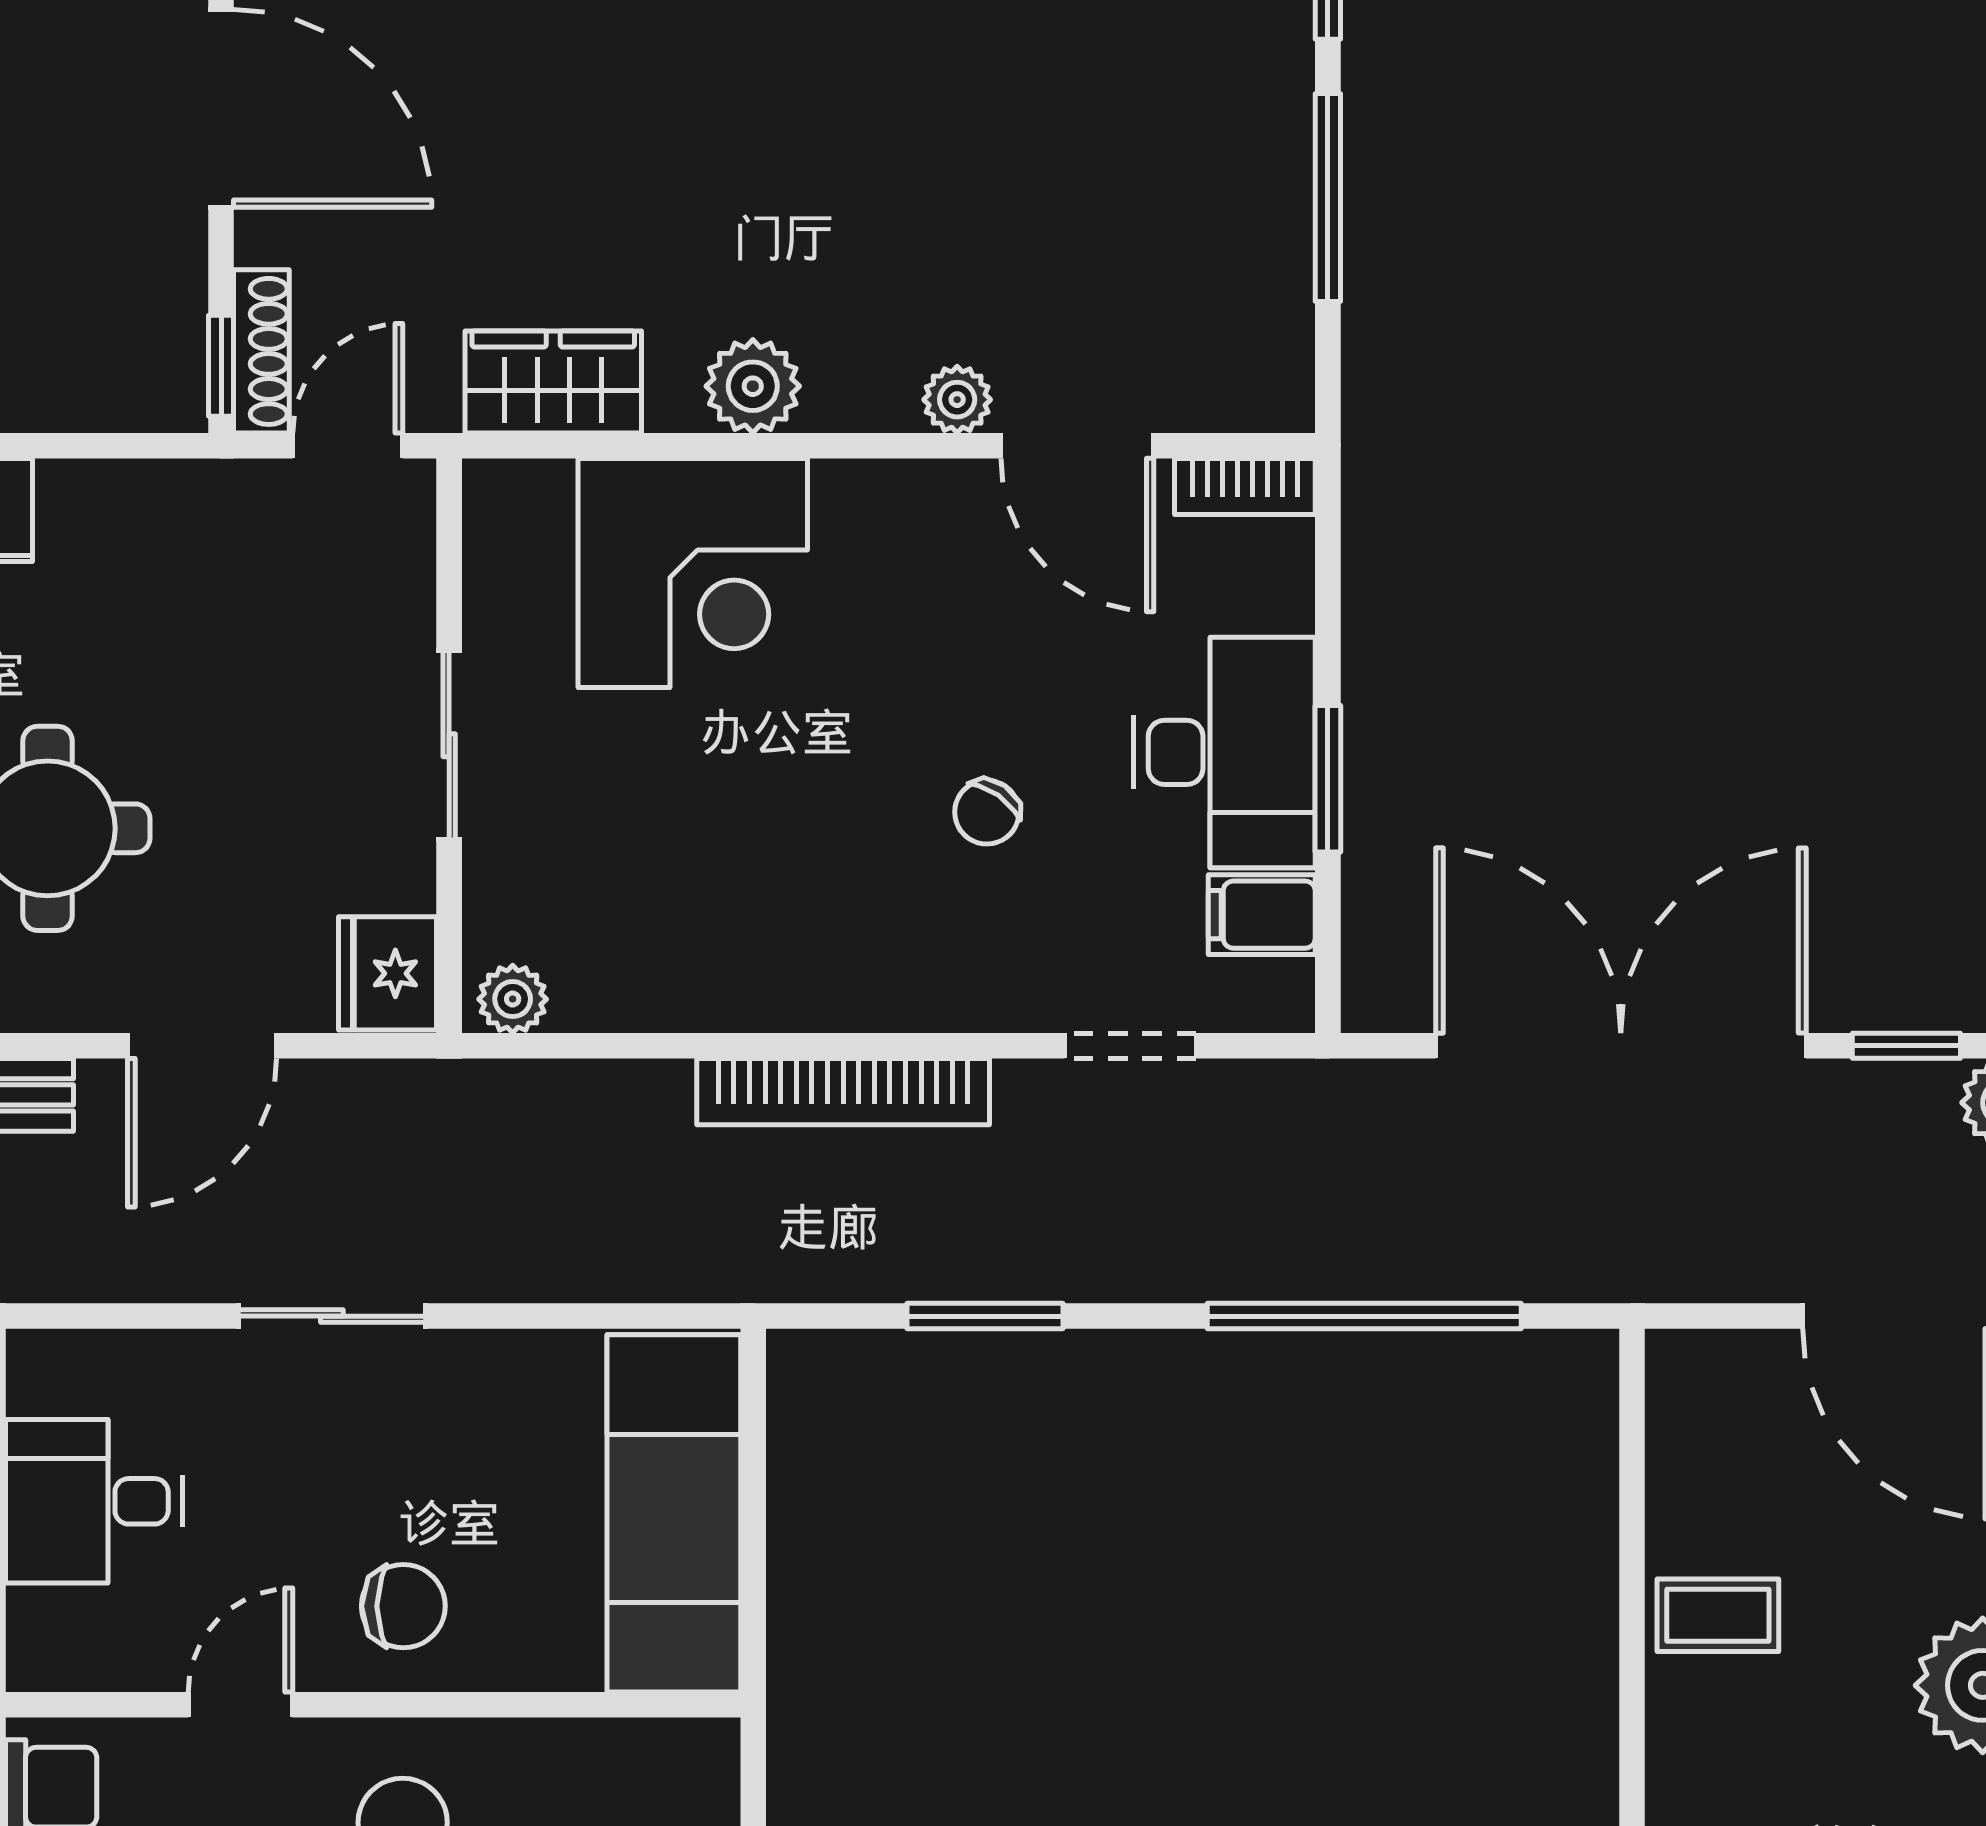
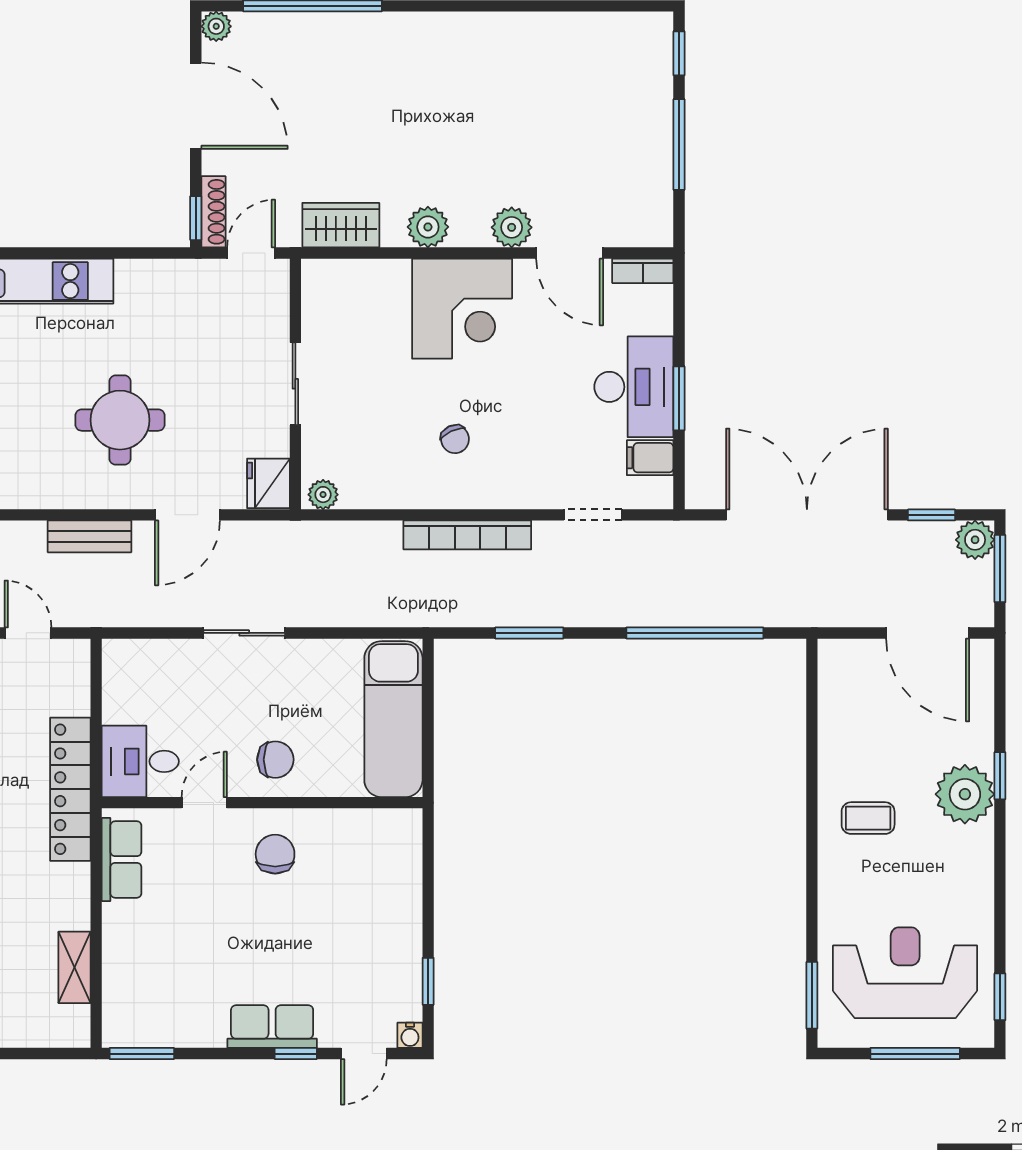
plant: (957, 400) -> (512, 227), width x1.38, depth x1.38
corner desk: (693, 573) -> (462, 309), moved
chair: (987, 812) -> (455, 439), moved, turned -60
desk: (94, 1501) -> (140, 761), moved
coffee table: (1718, 1615) -> (868, 818), moved

